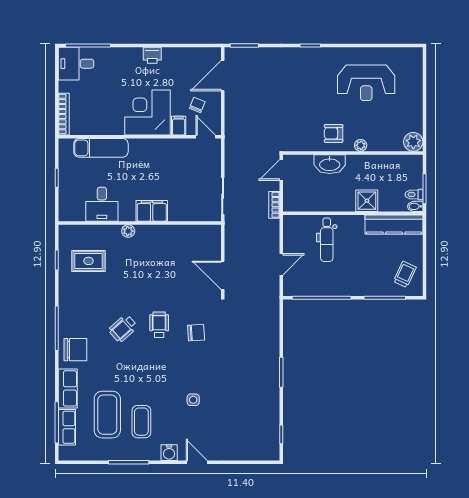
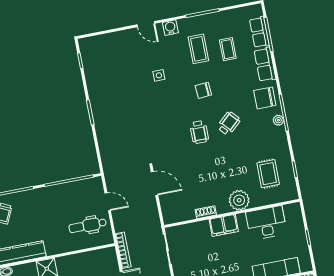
desk: (102, 204) -> (266, 223), width x1.37
bookcase: (274, 205) -> (123, 250), width x1.56
shoe rack: (170, 230) -> (206, 212), added
plant: (128, 231) -> (239, 200), width x1.88, depth x1.88
dental chair: (327, 240) -> (88, 225), moved, turned -90
rug: (89, 261) -> (268, 174), turned 90
door: (281, 264) -> (108, 202), swing flipped
plant: (65, 321) -> (278, 120), added
chair: (196, 333) -> (203, 90), moved
coffee table: (107, 415) -> (228, 49), width x0.54, depth x0.58

